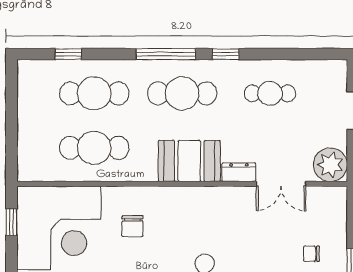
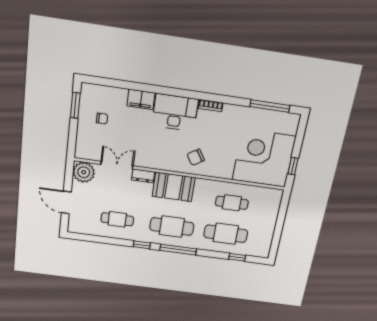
cafe table: (94, 148) -> (232, 203), width x0.73, depth x0.74
chair: (132, 226) -> (196, 157), moved, turned -122

